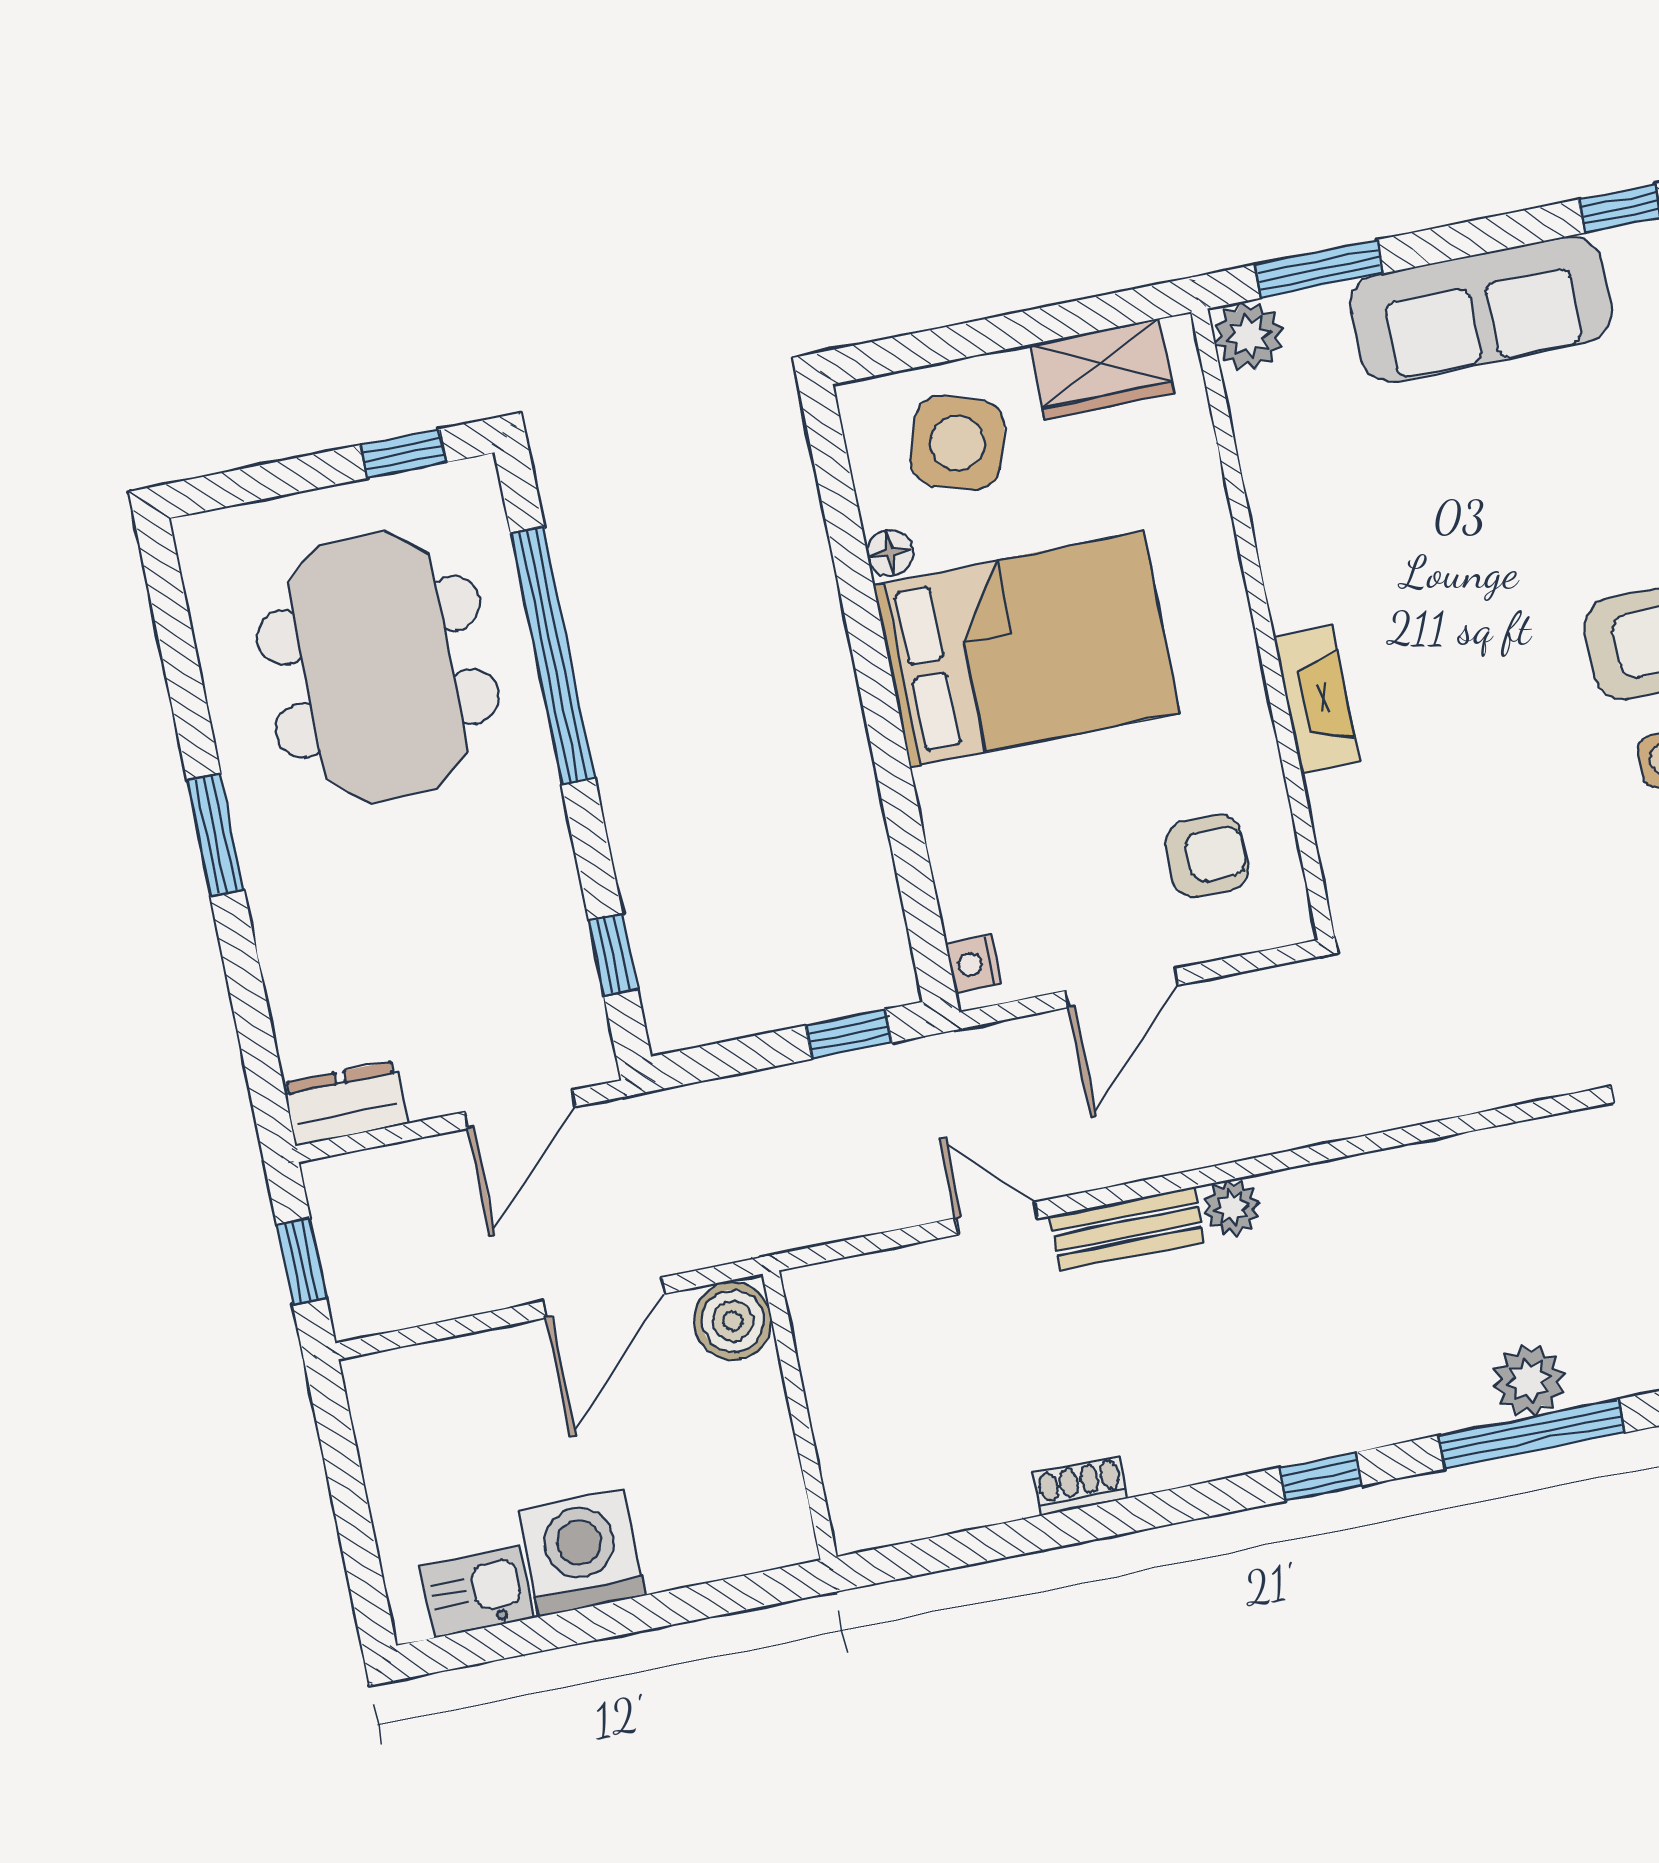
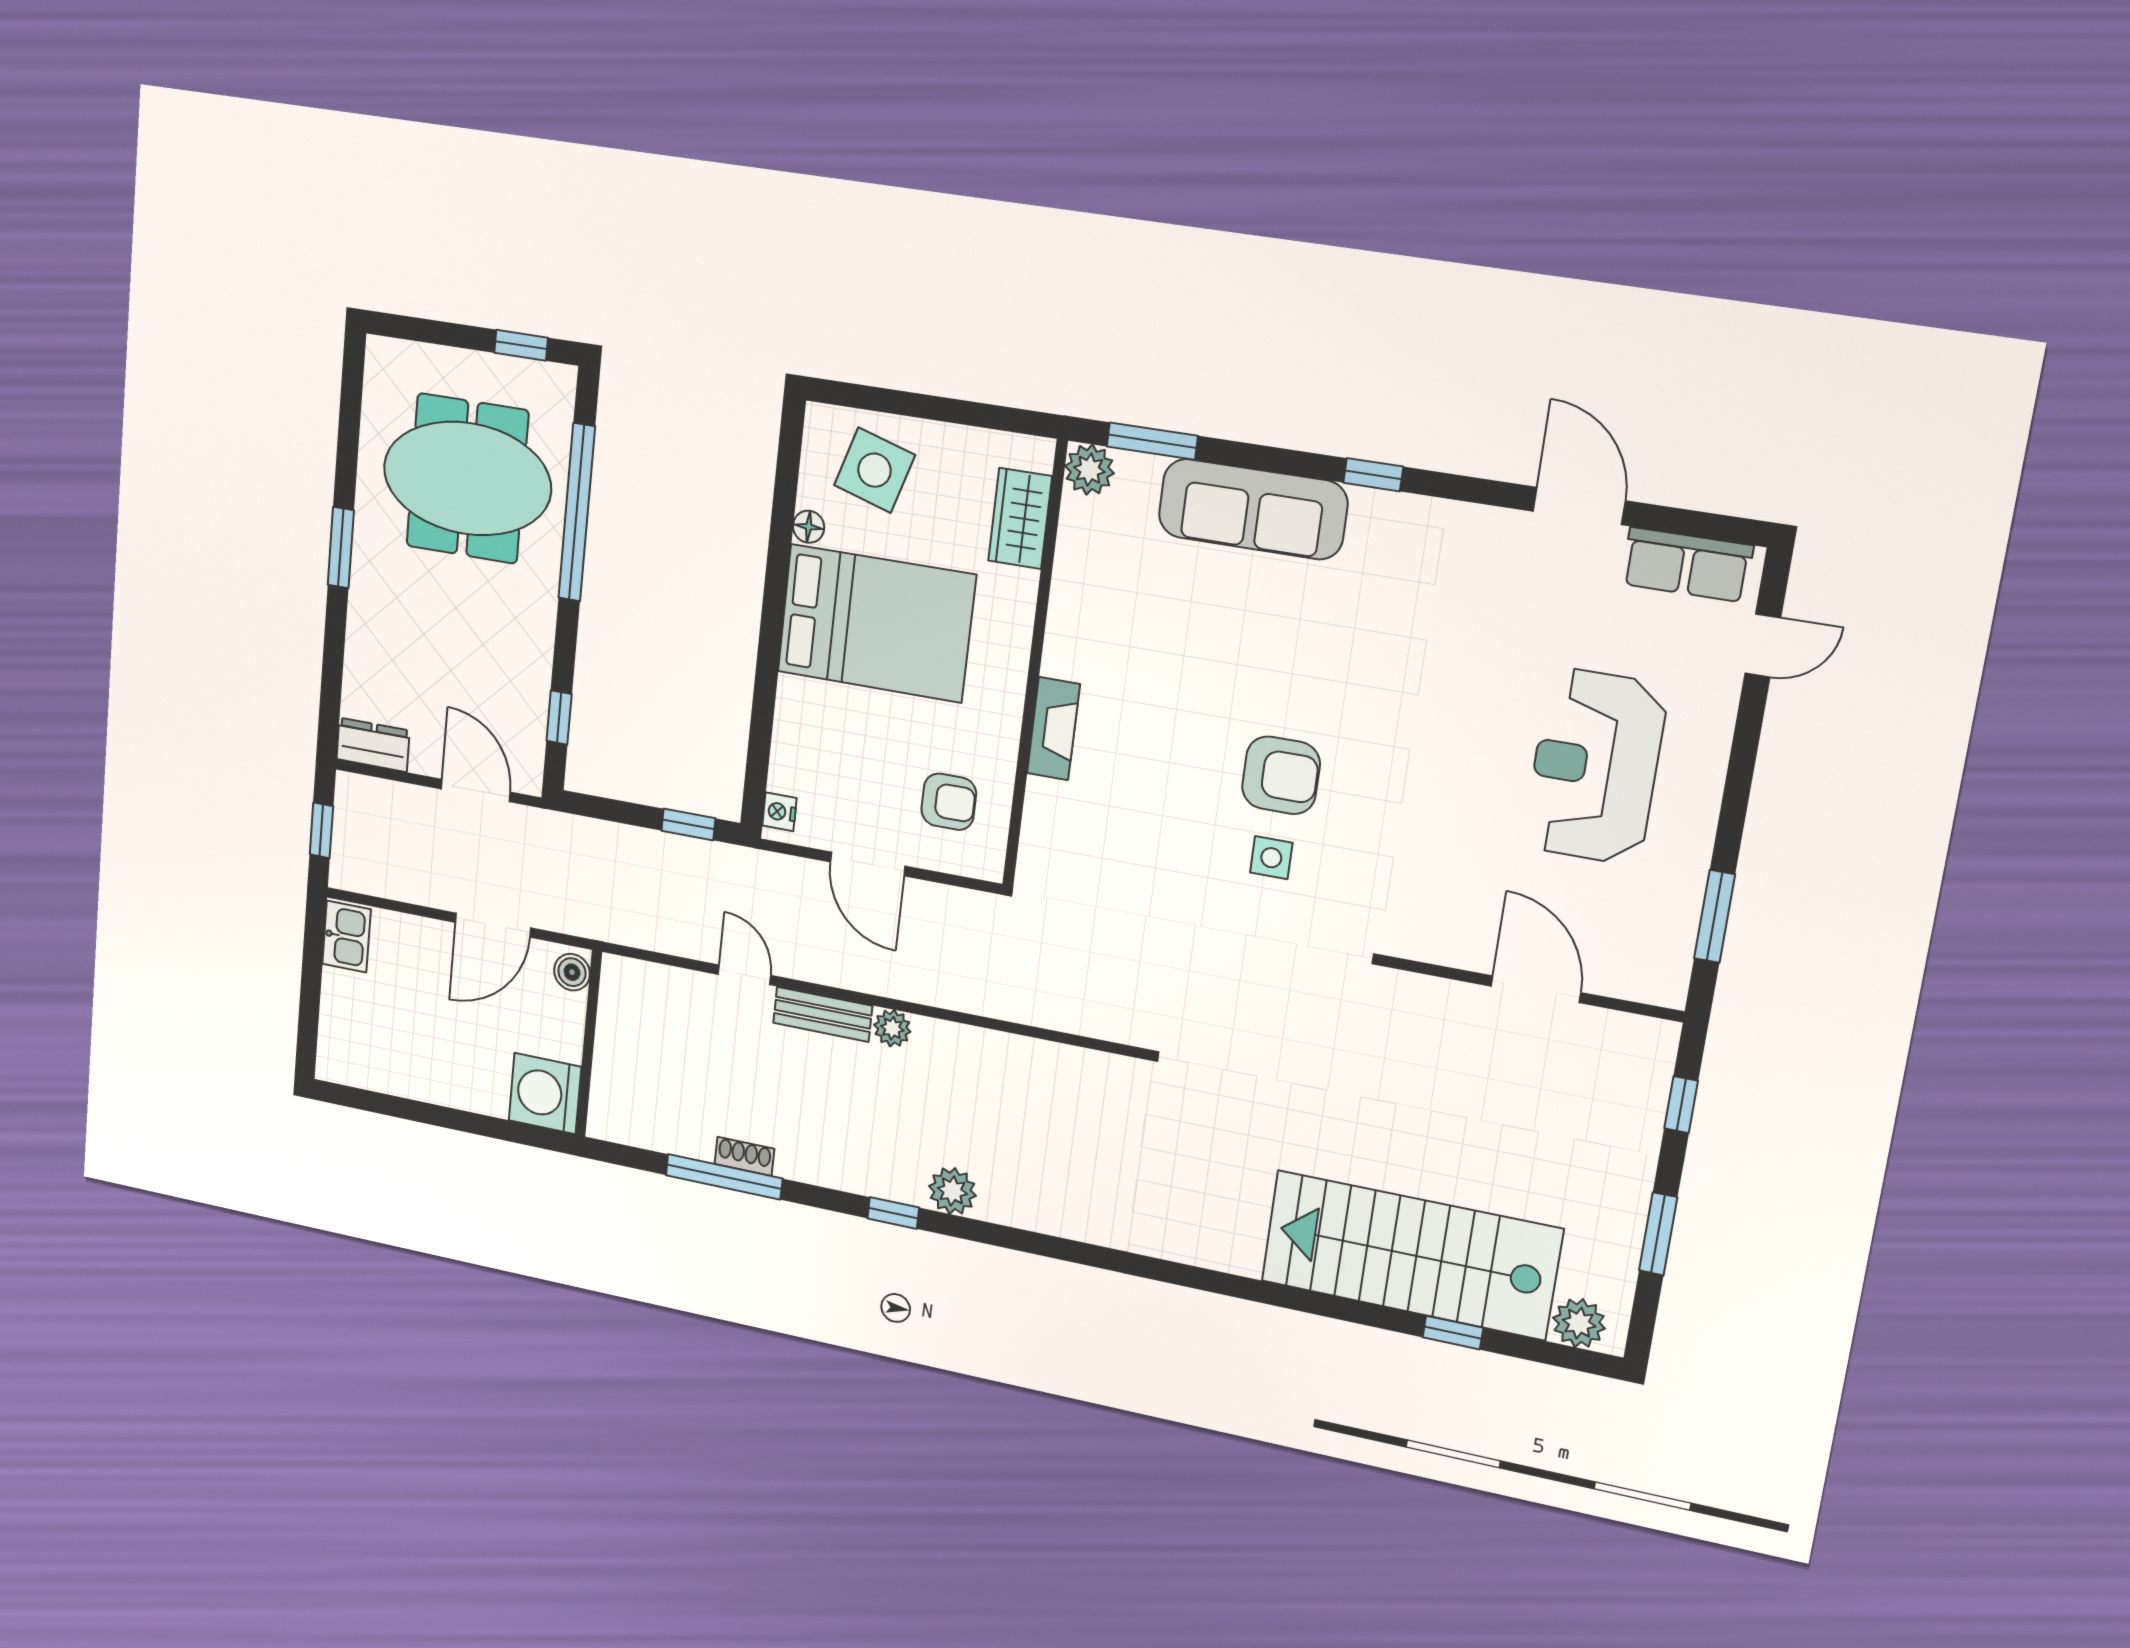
wardrobe: (1102, 369) -> (1020, 518), moved, turned 90
meeting table: (378, 667) -> (467, 479), turned 90
door: (1122, 988) -> (868, 864), hinge flipped
door: (520, 1109) -> (476, 790), swing flipped
boiler: (733, 1321) -> (572, 972), width x0.73, depth x0.73
plant: (1529, 1380) -> (952, 1191), moved
window: (1532, 1434) -> (724, 1177), moved
washing machine: (581, 1553) -> (545, 1094), moved, turned -90
kitchen sink: (477, 1592) -> (347, 937), moved, turned 90

